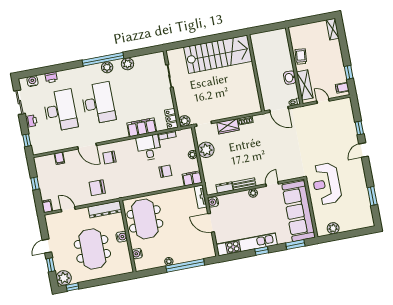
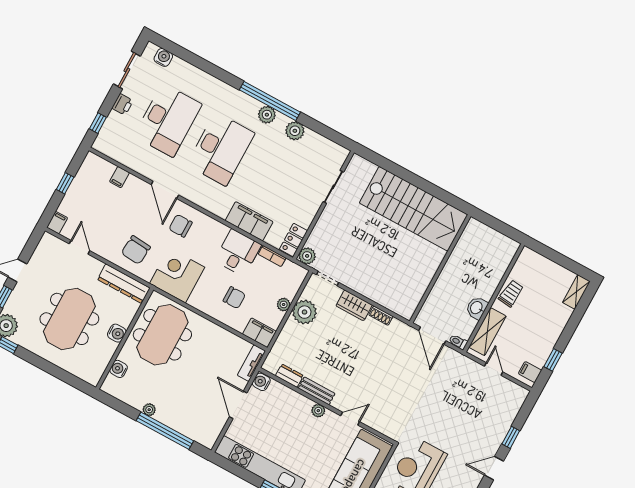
printer: (51, 77) -> (190, 72), removed
corner desk: (128, 183) -> (177, 275), added
chair: (97, 188) -> (136, 250), turned -85

